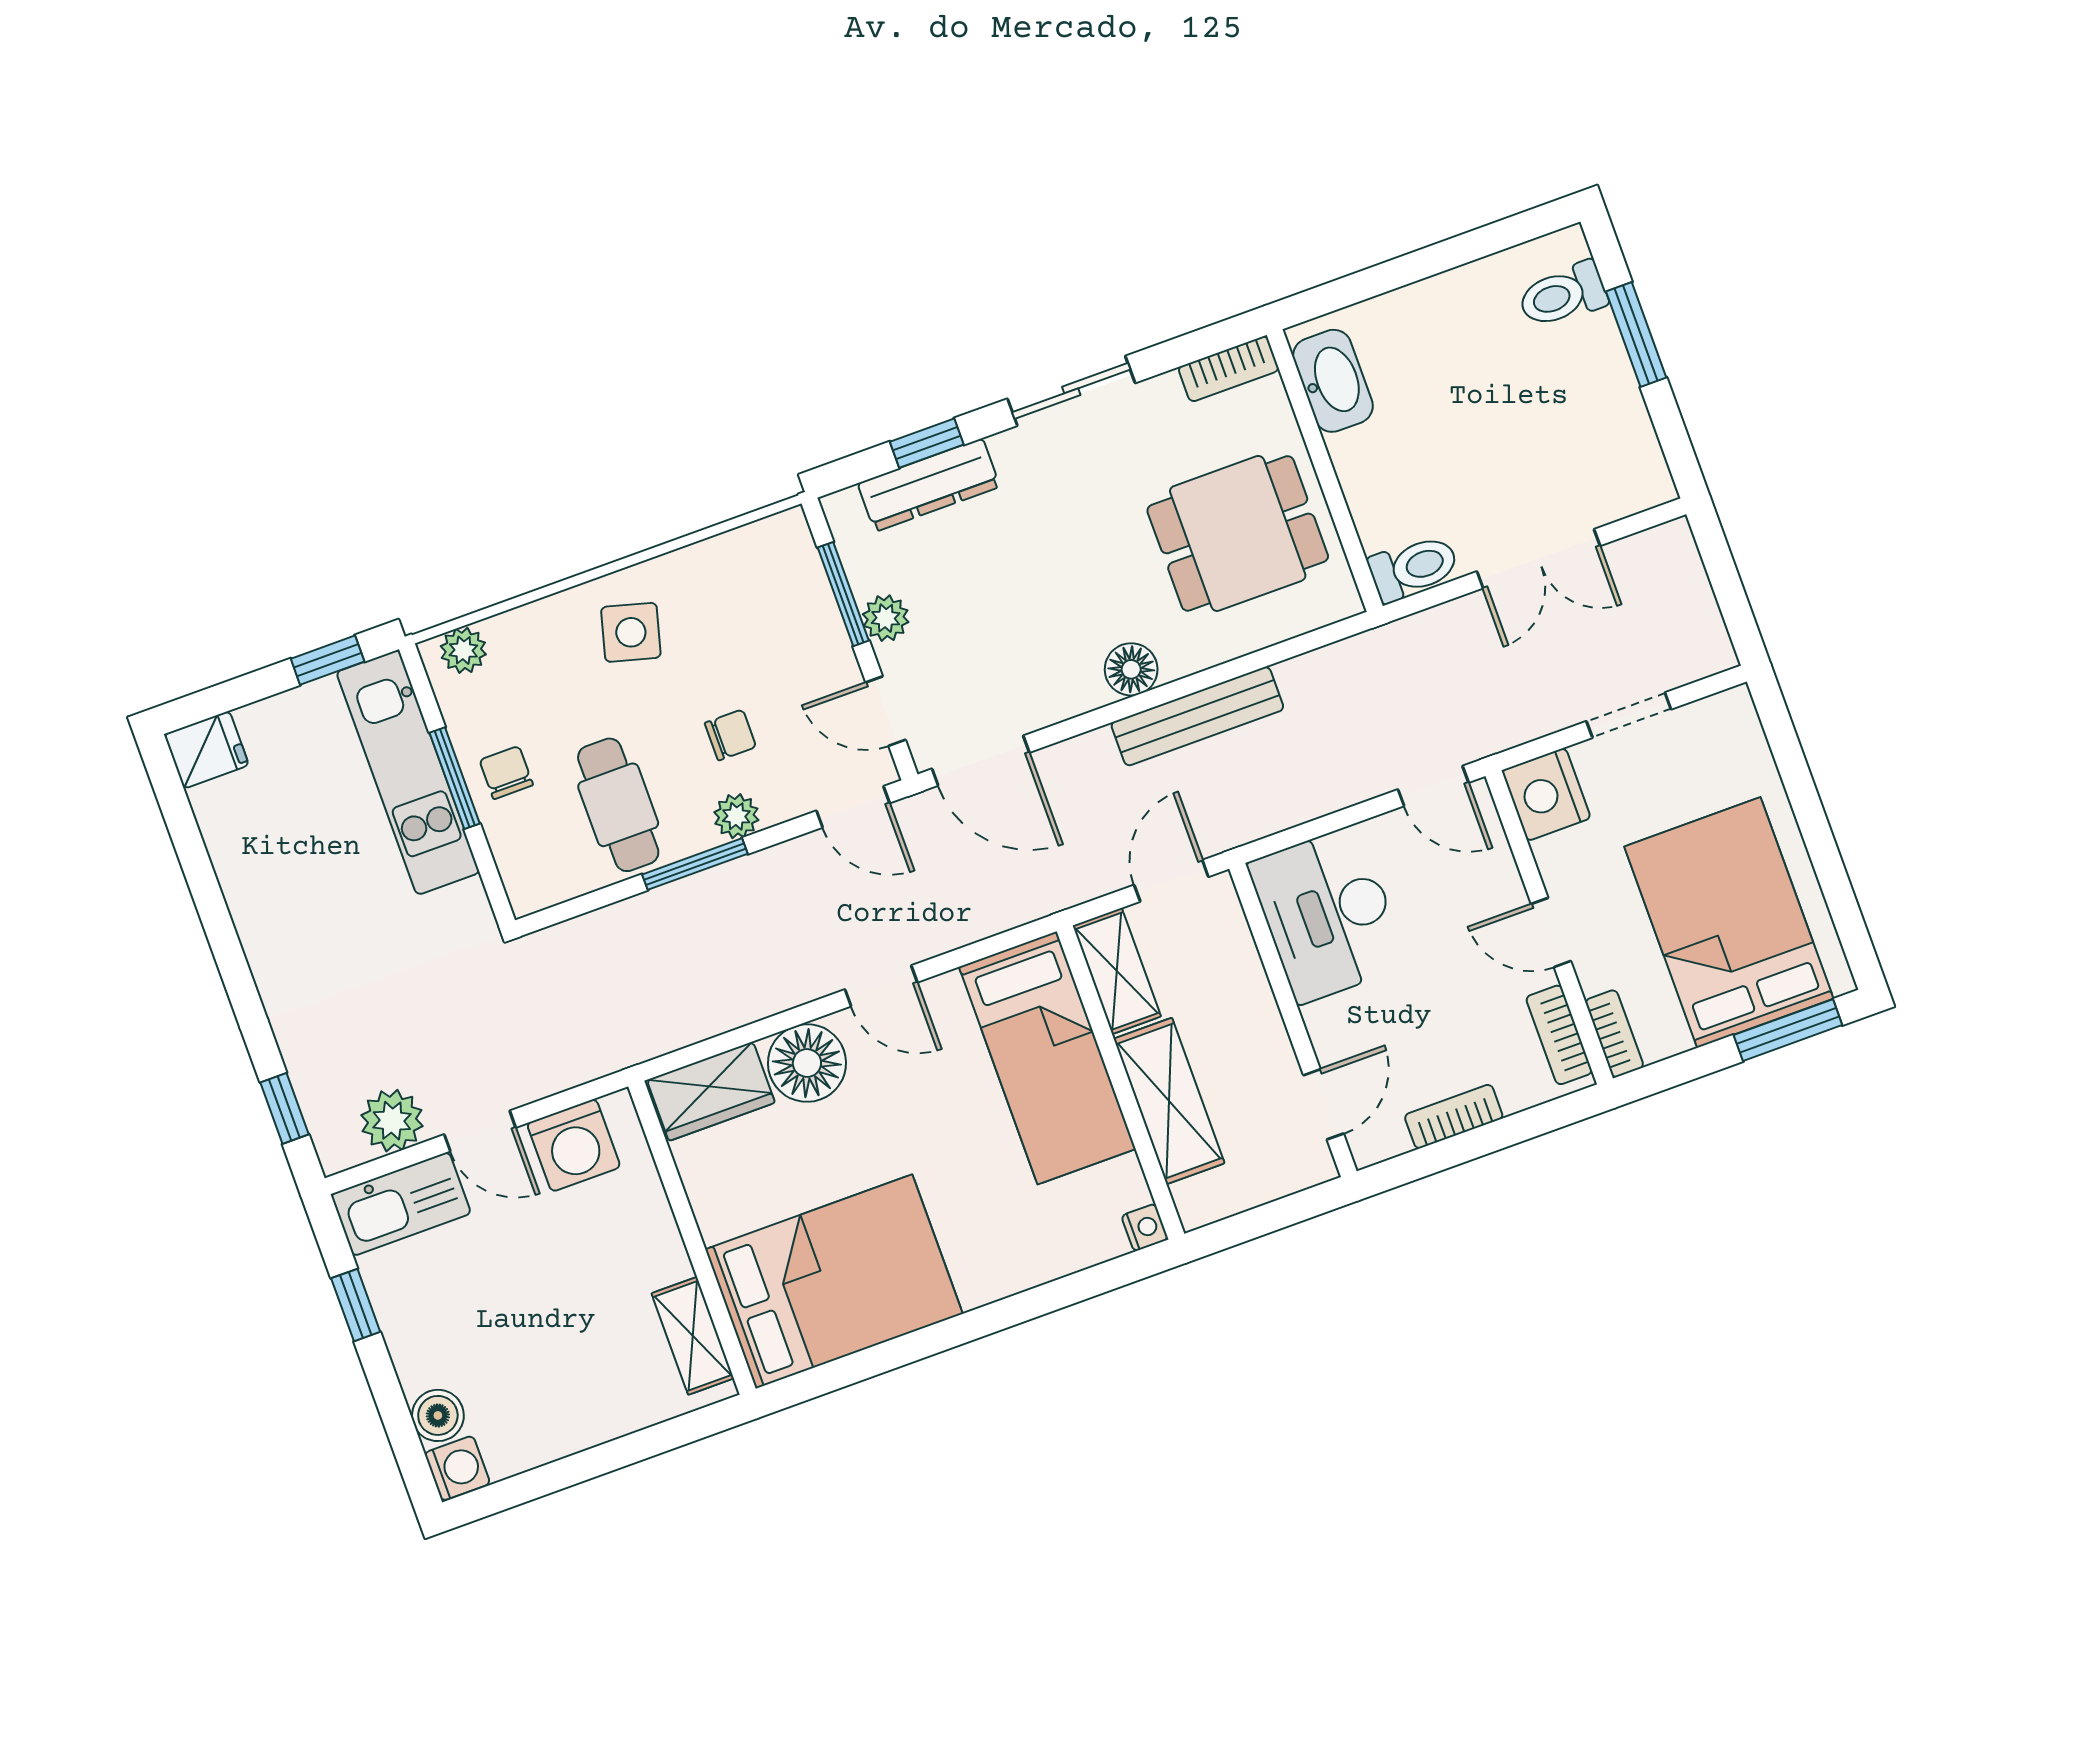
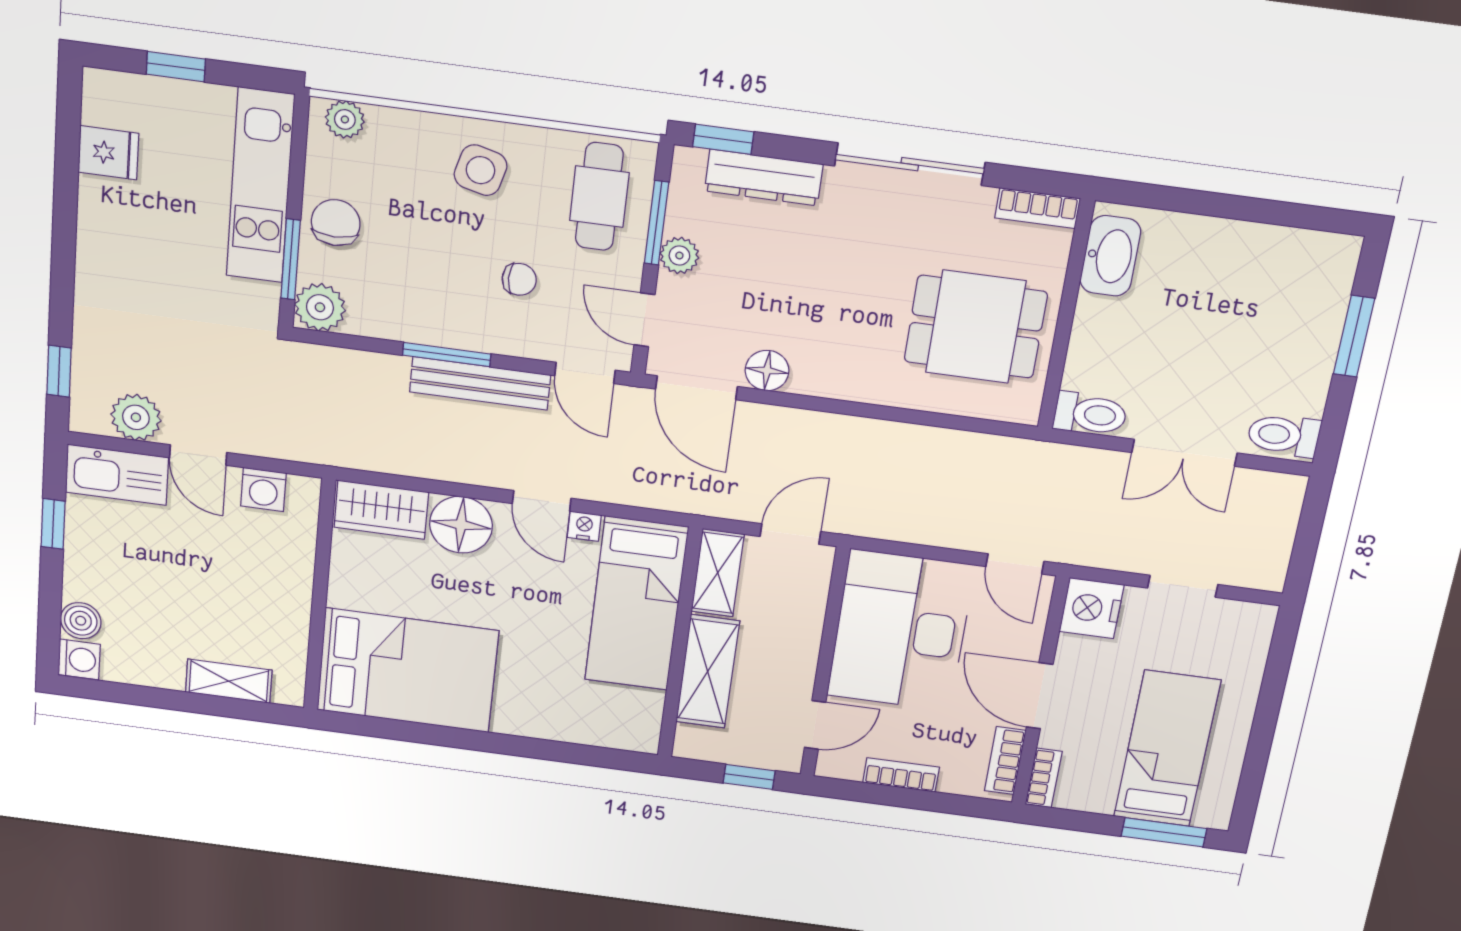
toilet: (1563, 295) -> (1284, 435), moved
sliding door: (1071, 391) -> (910, 164), width x1.37
window: (927, 443) -> (723, 139), moved
window: (328, 660) -> (176, 67), moved
floor lamp: (1131, 669) -> (767, 371), moved
bench: (1197, 716) -> (480, 383), moved
fridge: (206, 750) -> (108, 153), moved
chair: (506, 773) -> (336, 223), width x1.37, depth x1.37
window: (455, 778) -> (291, 259), moved
cafe table: (618, 805) -> (599, 197), moved
plant: (736, 816) -> (320, 307), moved, width x1.38, depth x1.38
desk: (1328, 914) -> (900, 631), width x1.36, depth x1.30
bed: (1729, 923) -> (1167, 749), width x0.67
door: (1551, 932) -> (1040, 696), width x1.37
washing machine: (574, 1145) -> (263, 490), width x0.73, depth x0.73
window: (1285, 1212) -> (749, 777), added
nightstand: (1145, 1228) -> (584, 526), moved, turned -90
shelving: (693, 1336) -> (229, 681), moved, turned 90

